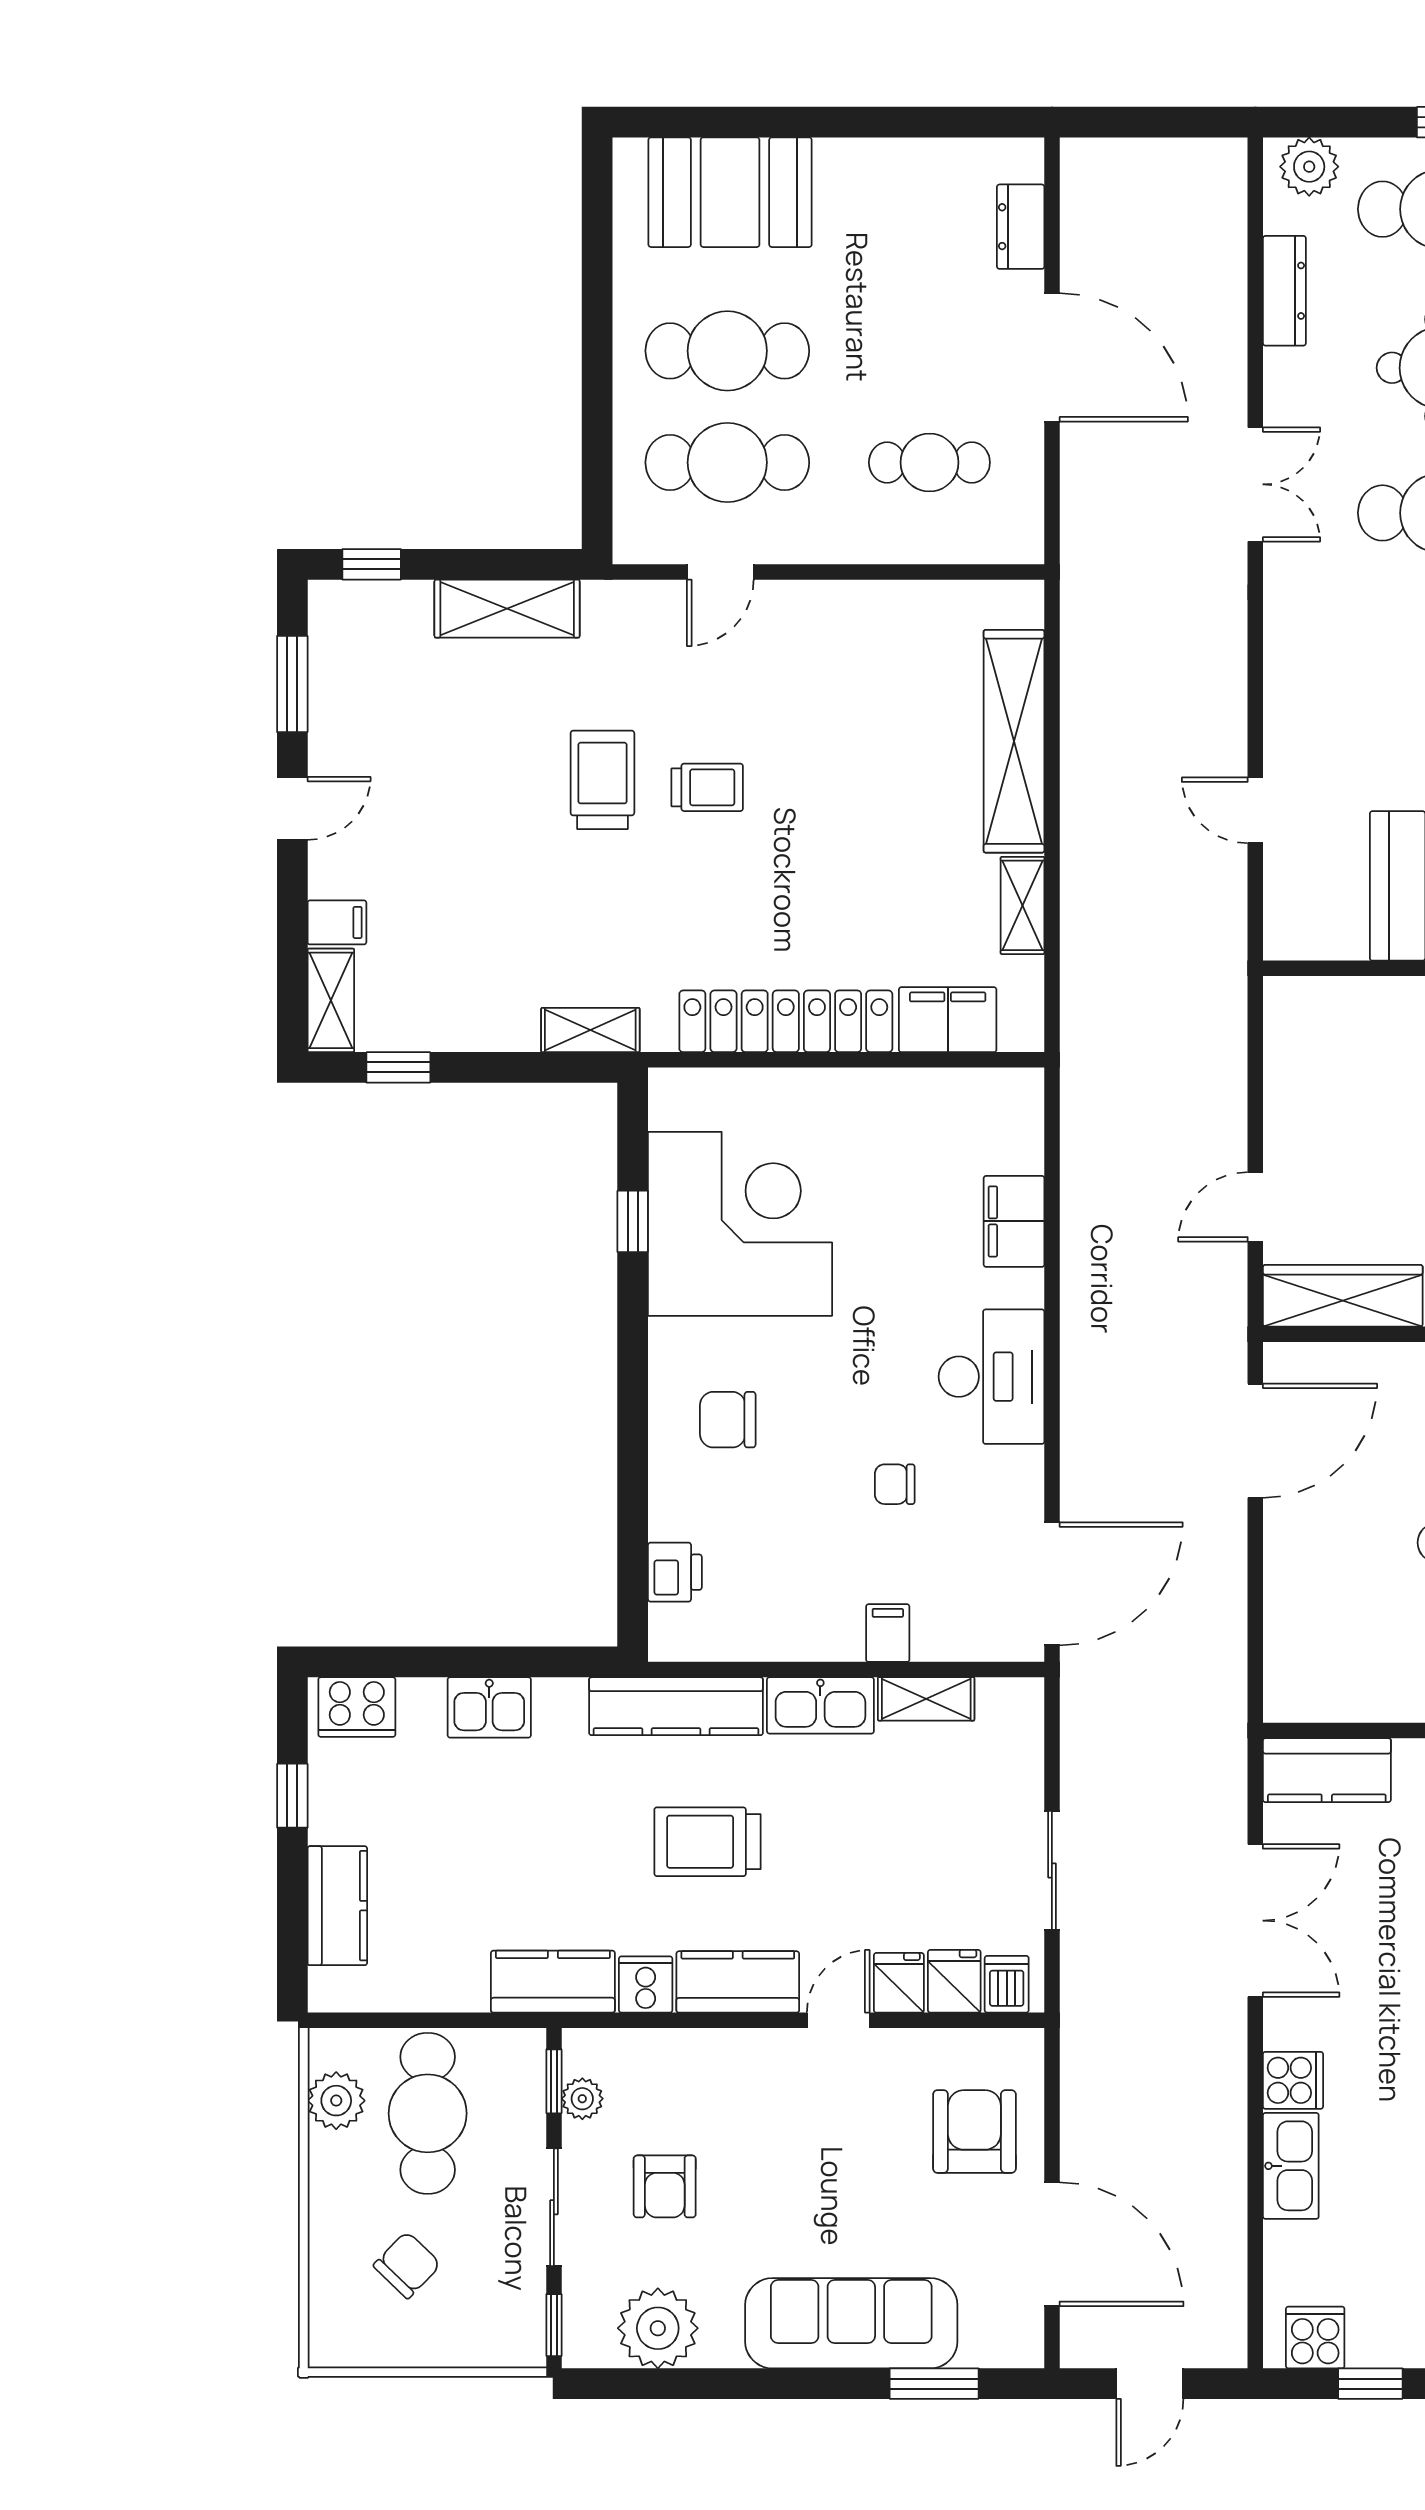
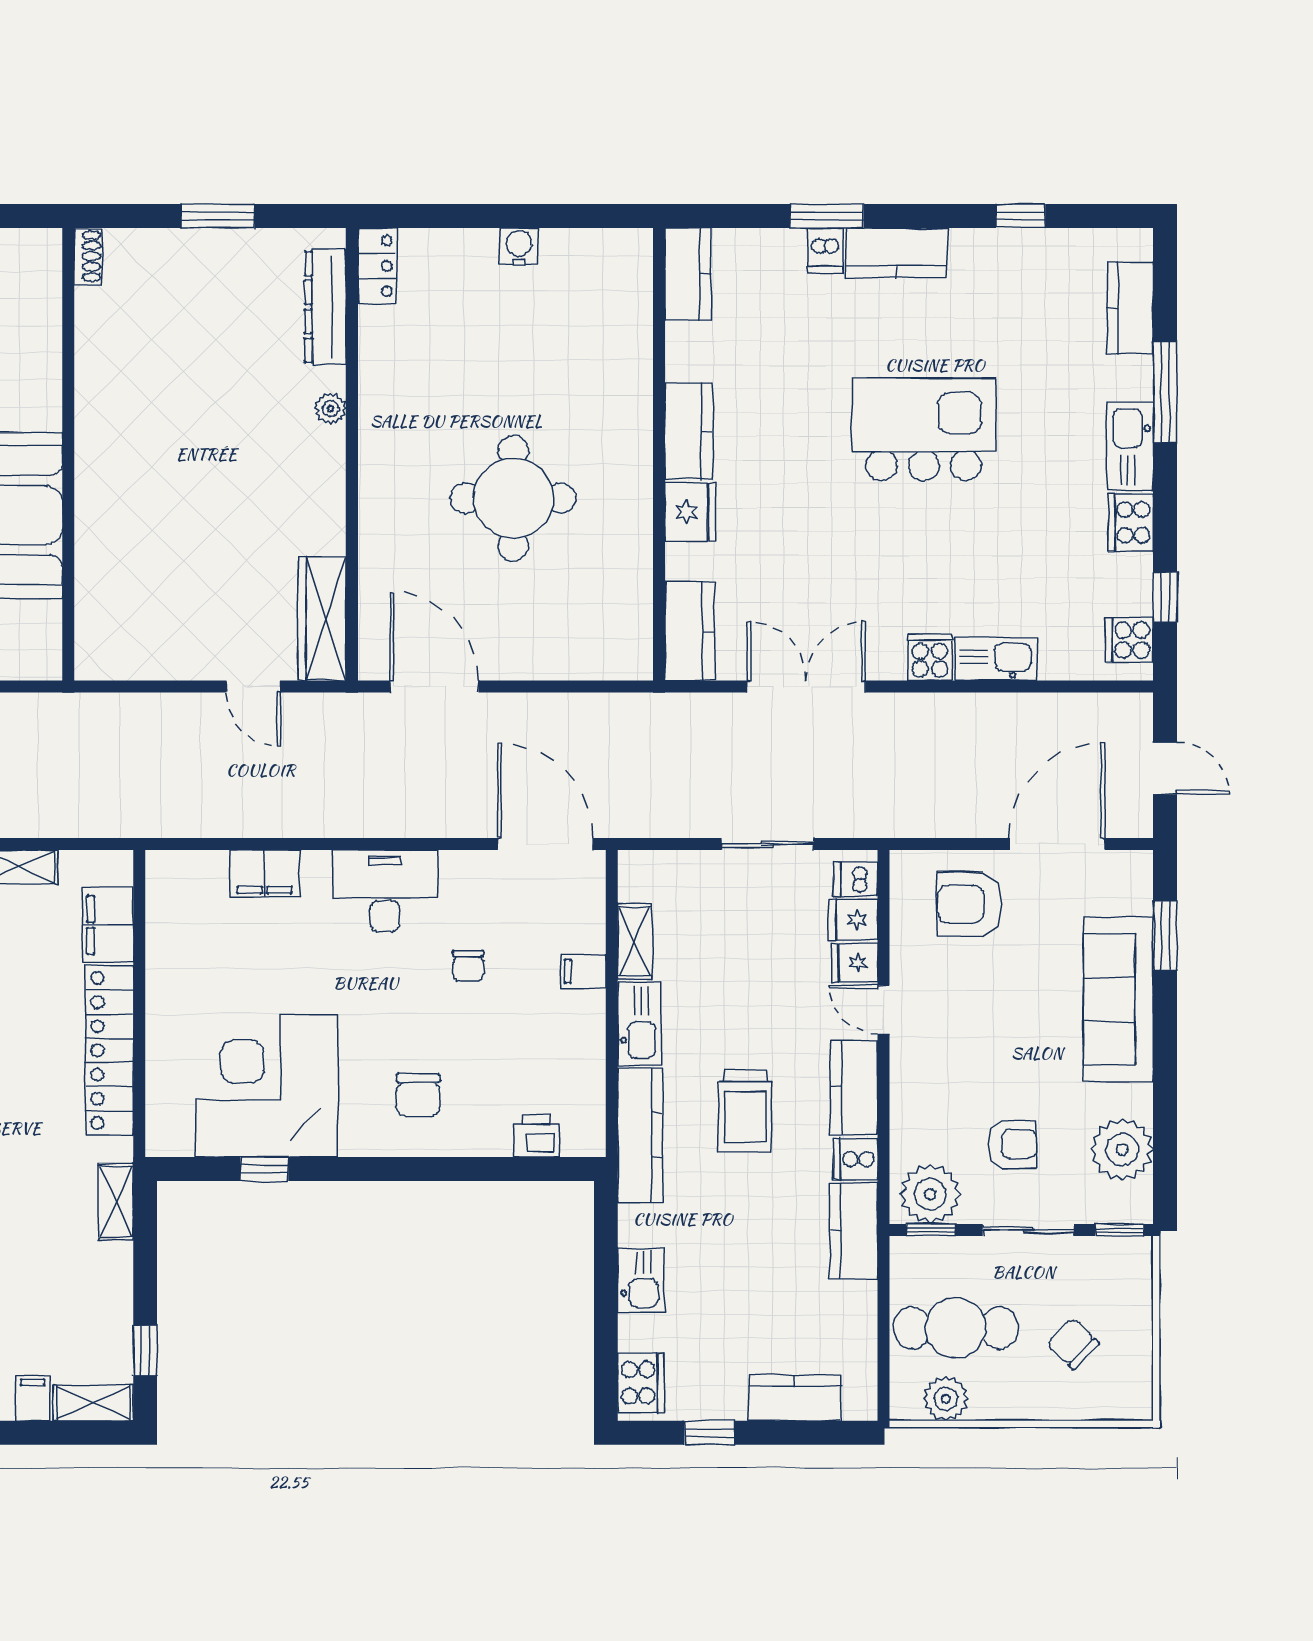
plant: (582, 2099) -> (930, 1194), width x1.87, depth x1.87

